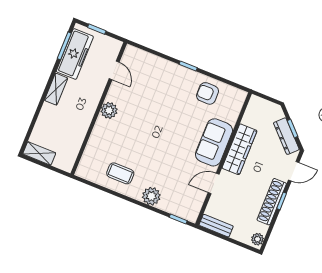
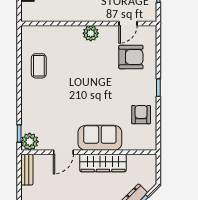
armchair: (148, 81) -> (131, 57), added
door: (214, 183) -> (63, 152), swing flipped
plant: (151, 196) -> (30, 142), moved

